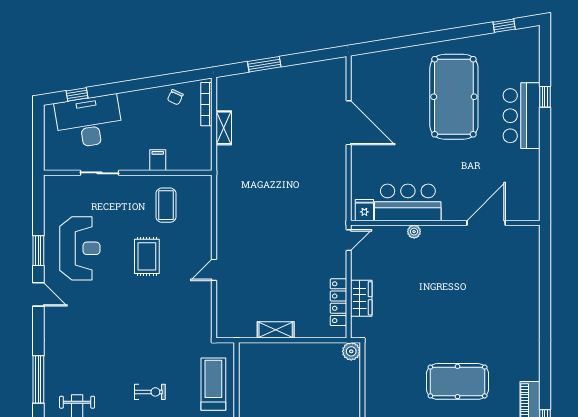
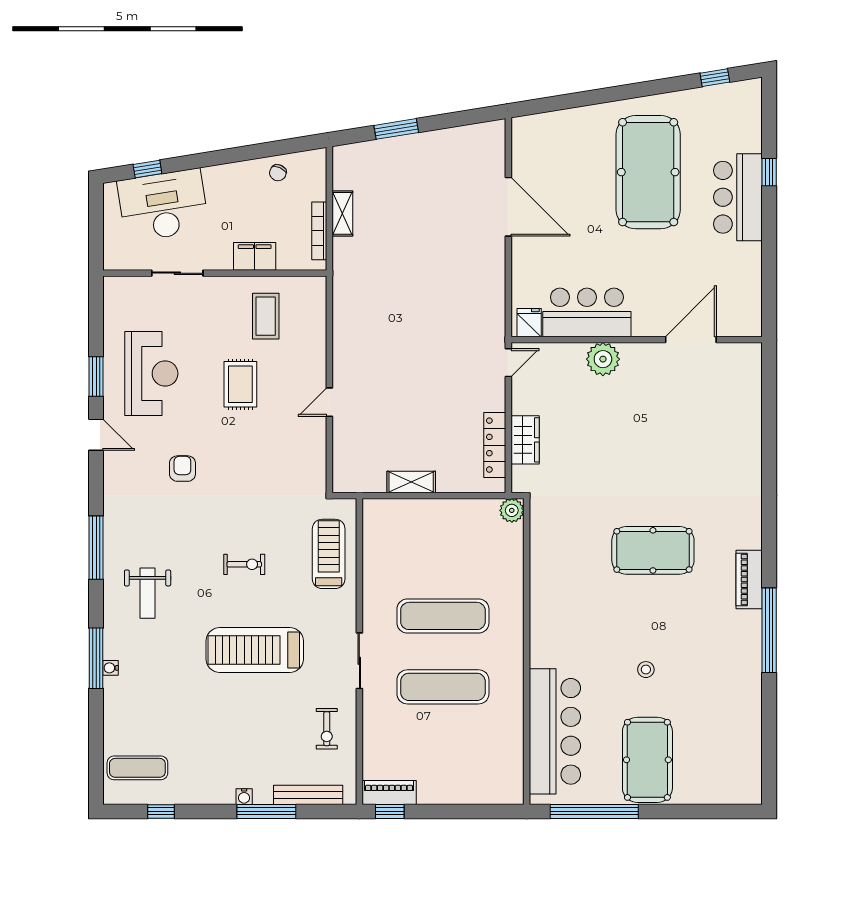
bookcase: (206, 104) -> (319, 231), moved
filing cabinet: (158, 160) -> (255, 256), width x2.00
plant: (414, 232) -> (603, 359), width x1.87, depth x1.87
armchair: (103, 320) -> (182, 469), added

